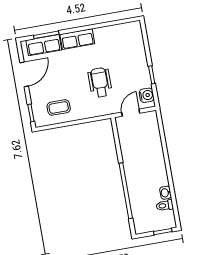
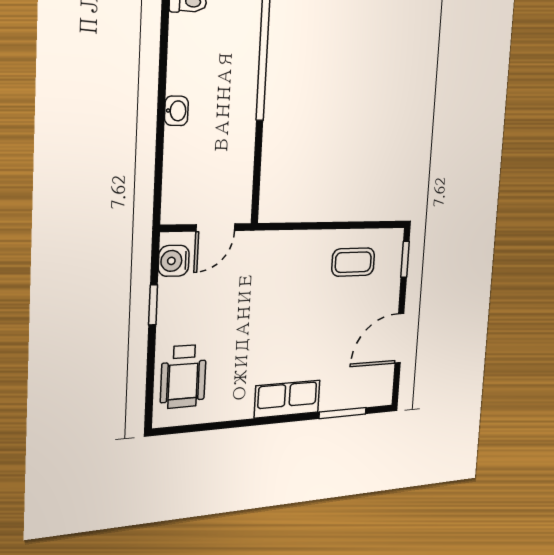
row of seats: (44, 45) -> (352, 393), removed
wheelchair: (100, 82) -> (183, 376), moved
washbasin: (166, 193) -> (176, 111), moved

